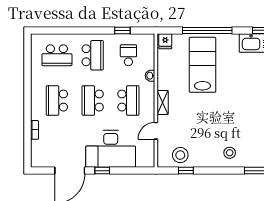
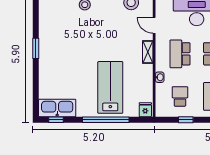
school desk: (128, 55) -> (180, 96), turned 180
lab bench: (202, 65) -> (110, 87), turned 180
door: (156, 131) -> (154, 25), swing flipped

